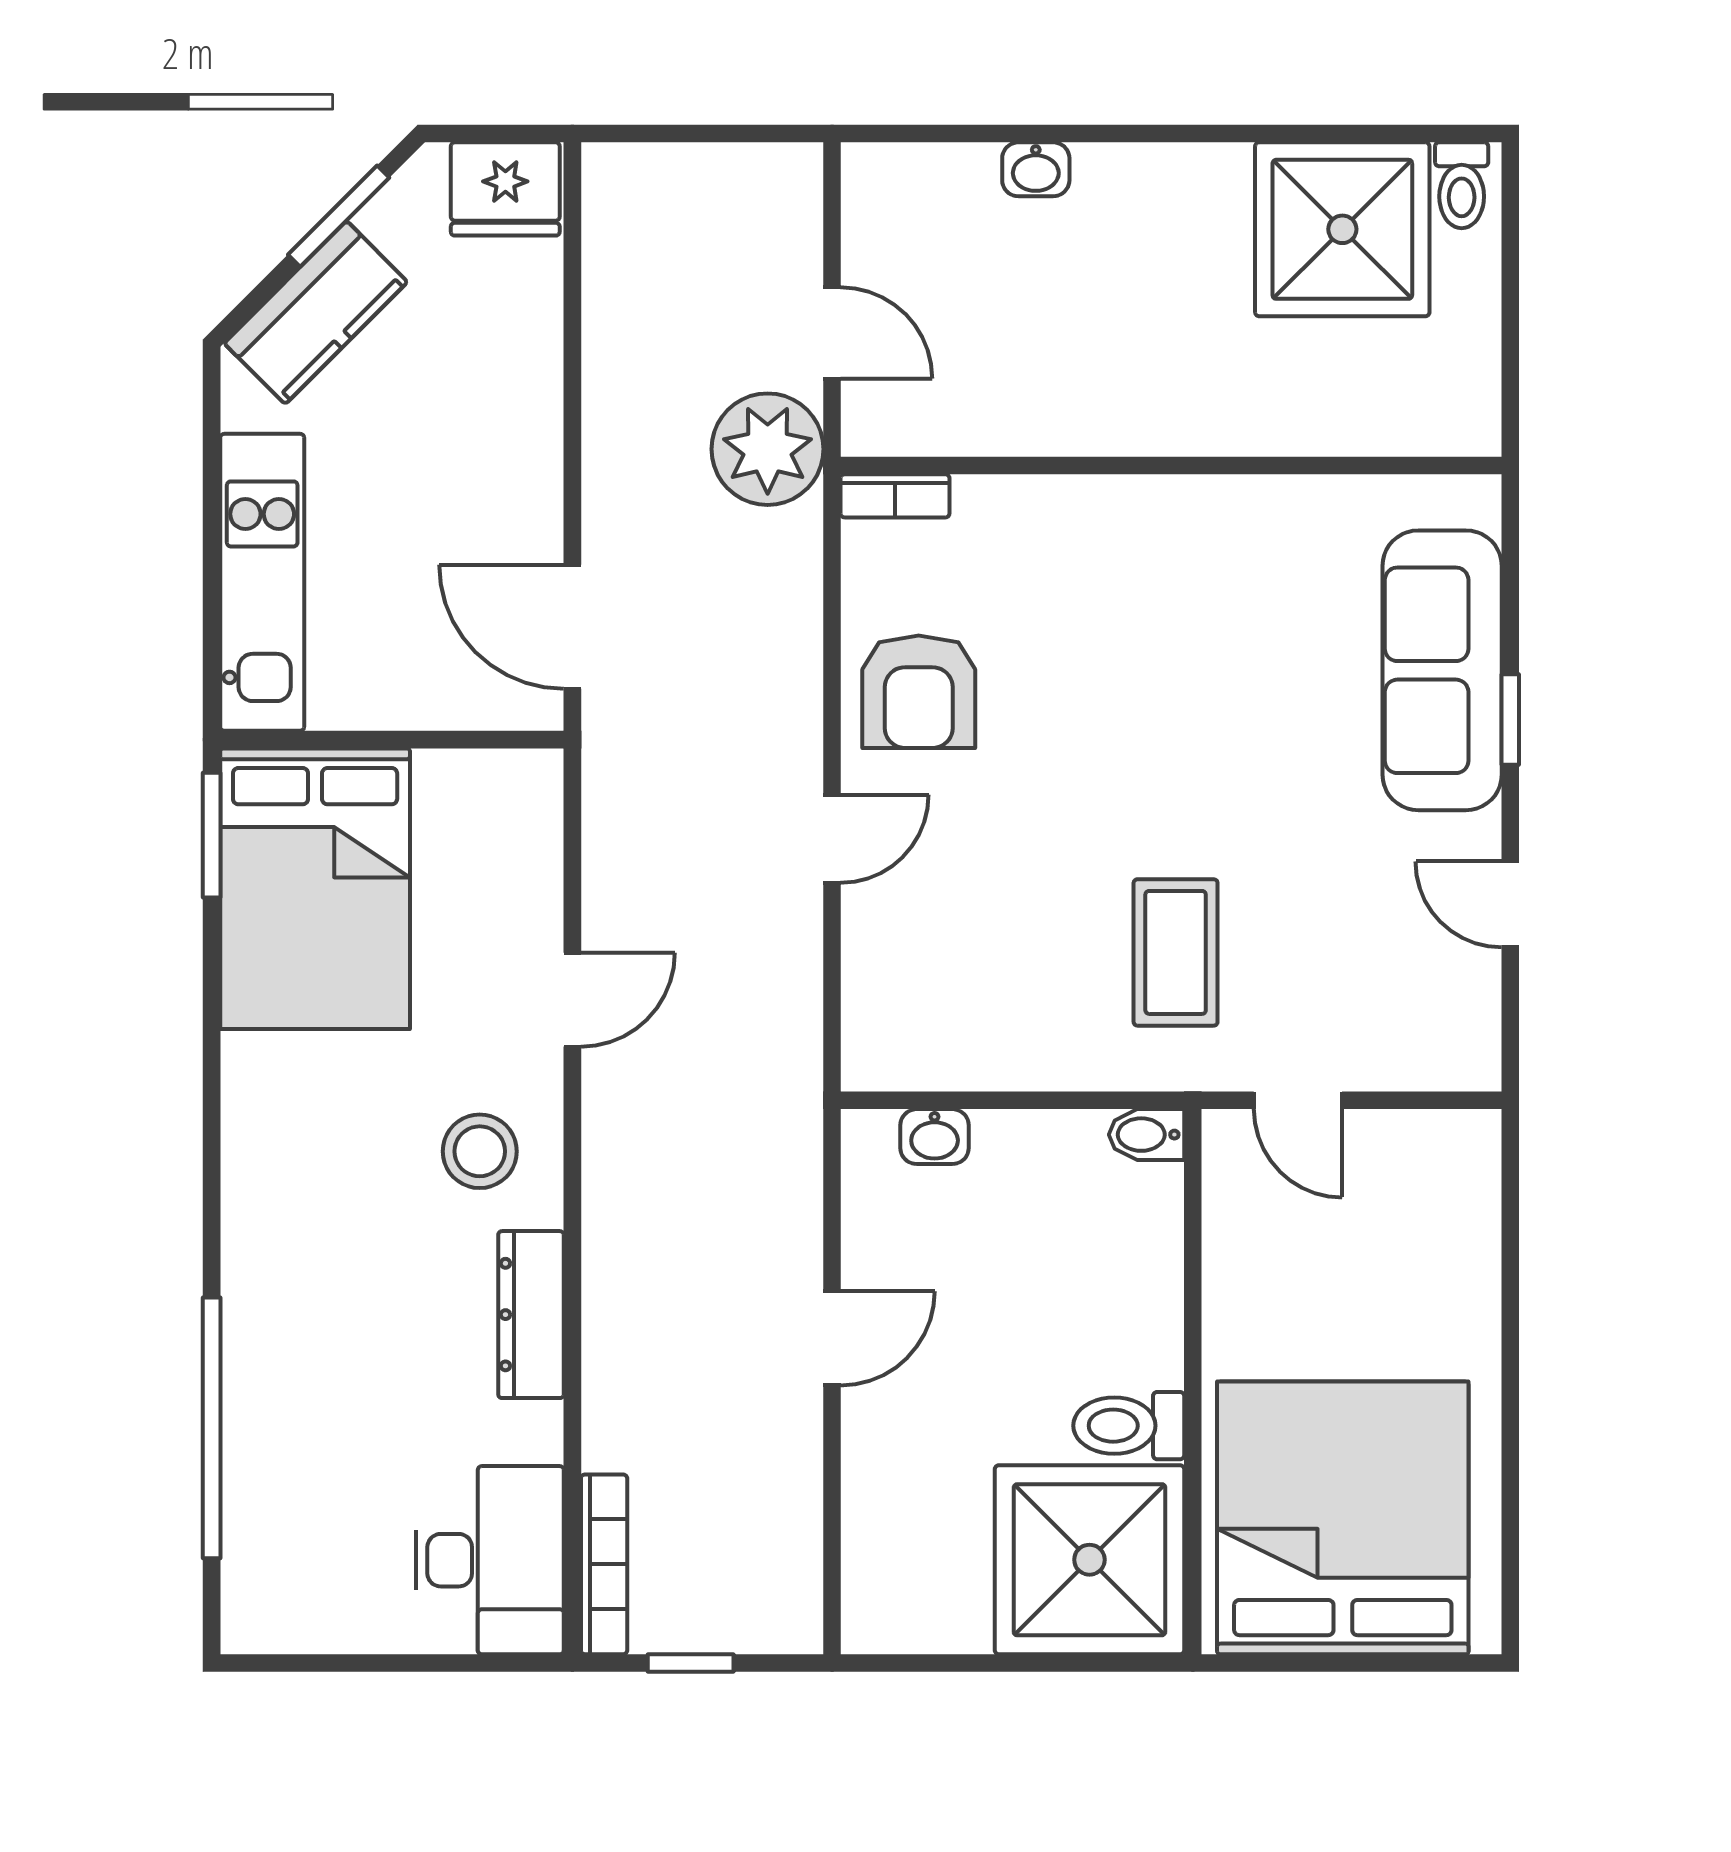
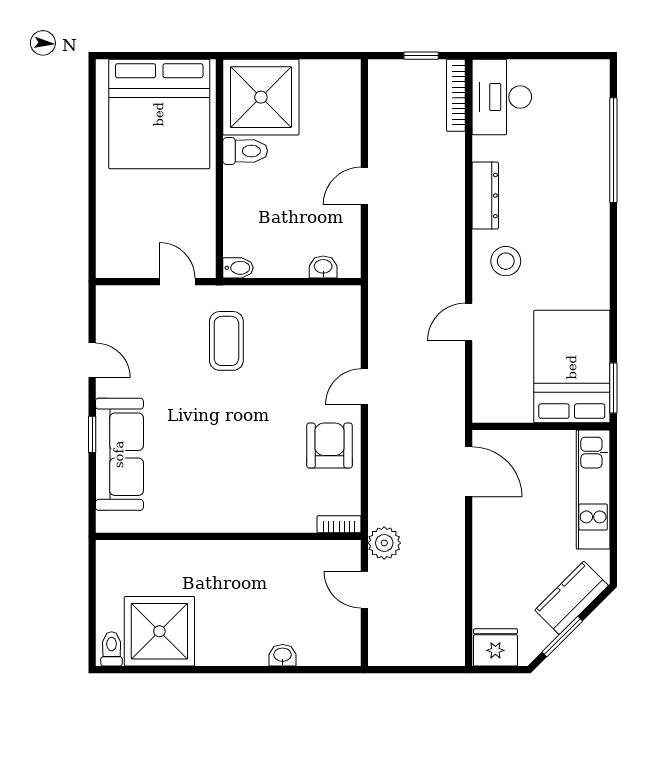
plant: (768, 449) -> (384, 543), width x0.73, depth x0.73

